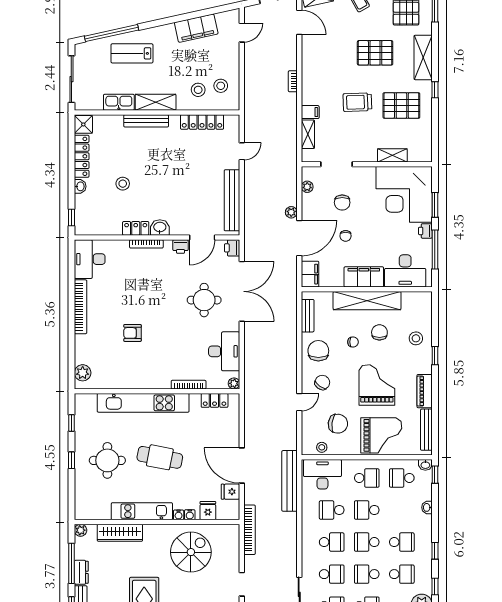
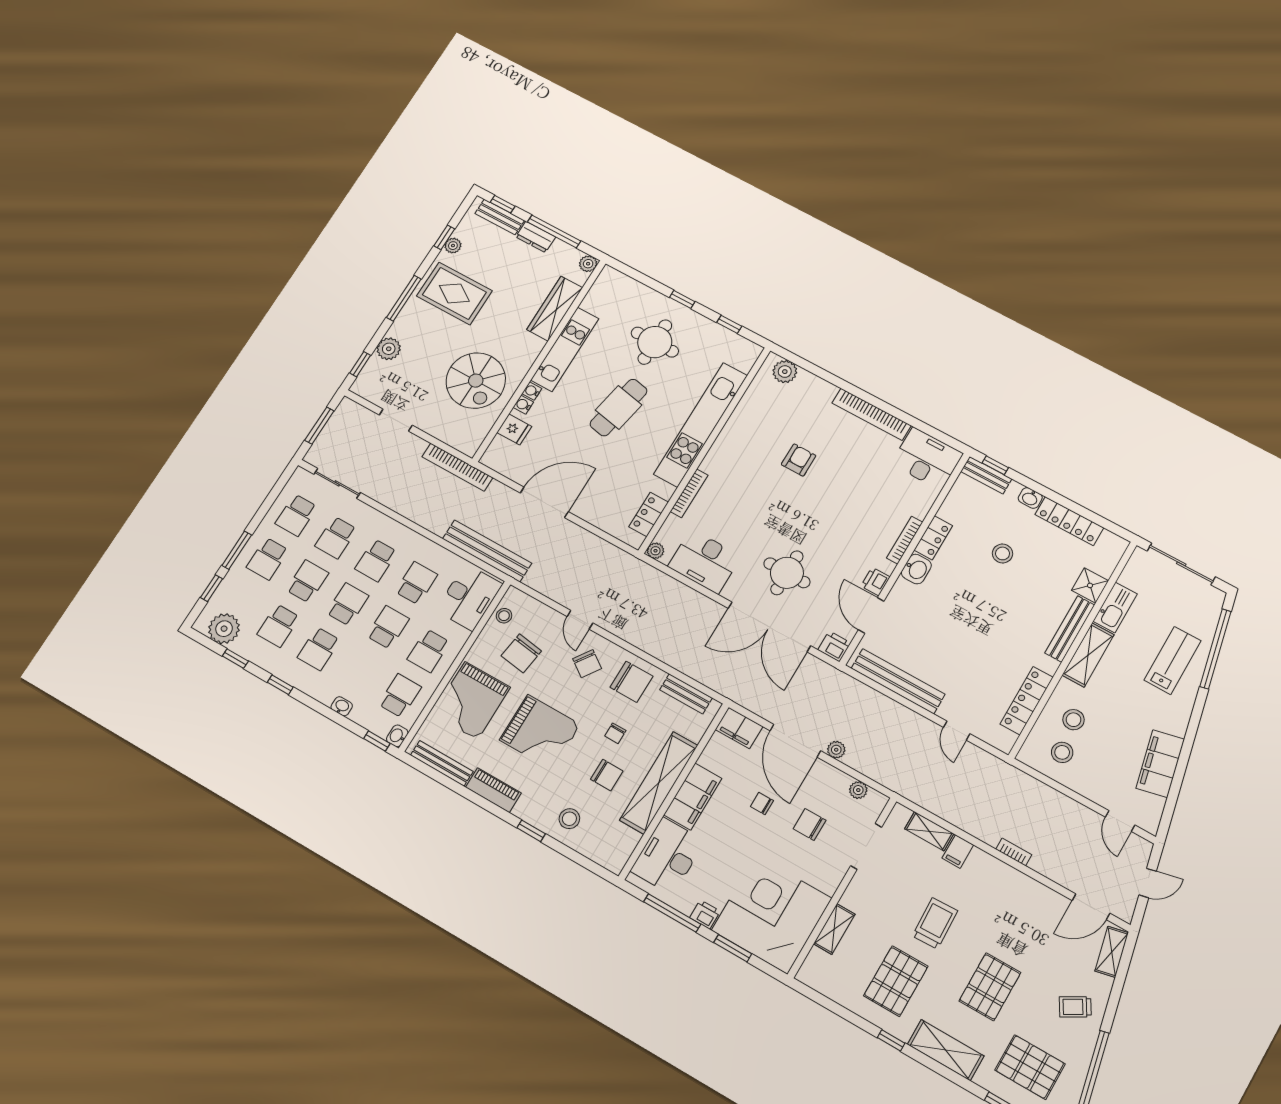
shower: (83, 124) -> (1090, 585), moved
bench: (80, 219) -> (986, 475), added
fridge: (230, 492) -> (520, 470), removed

